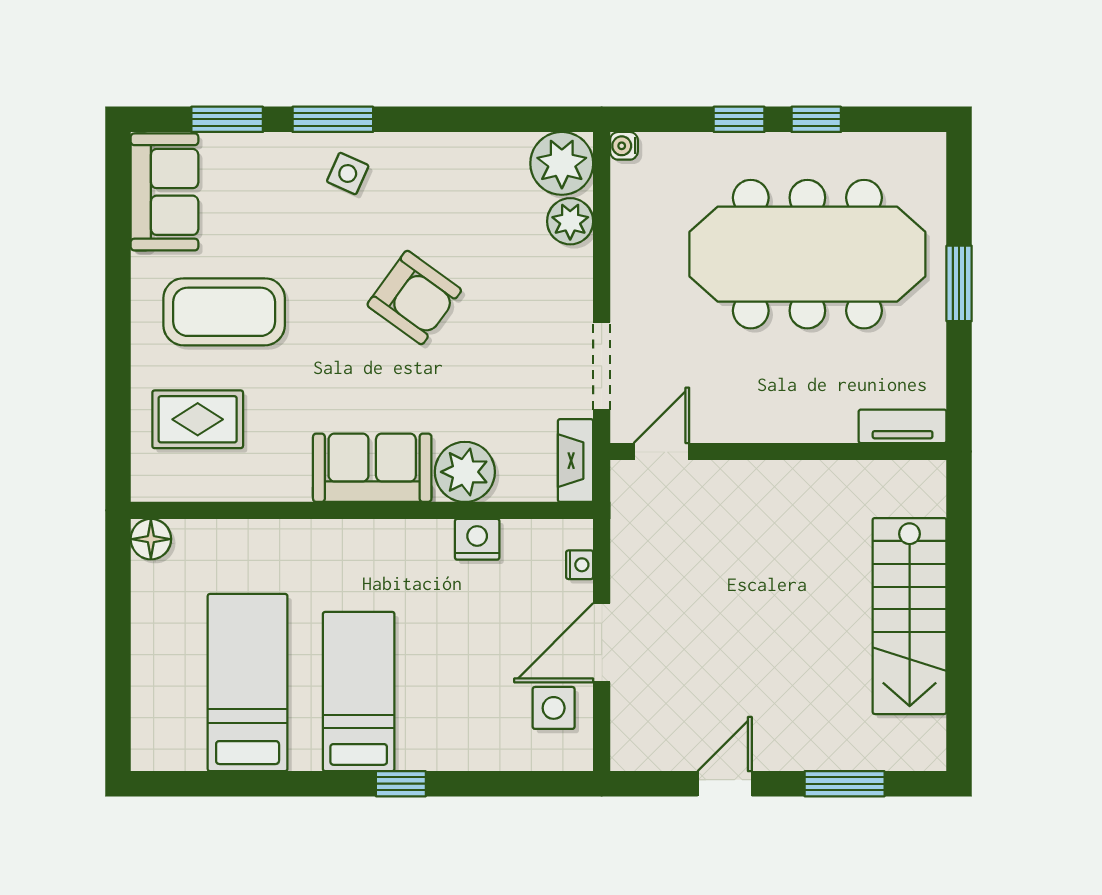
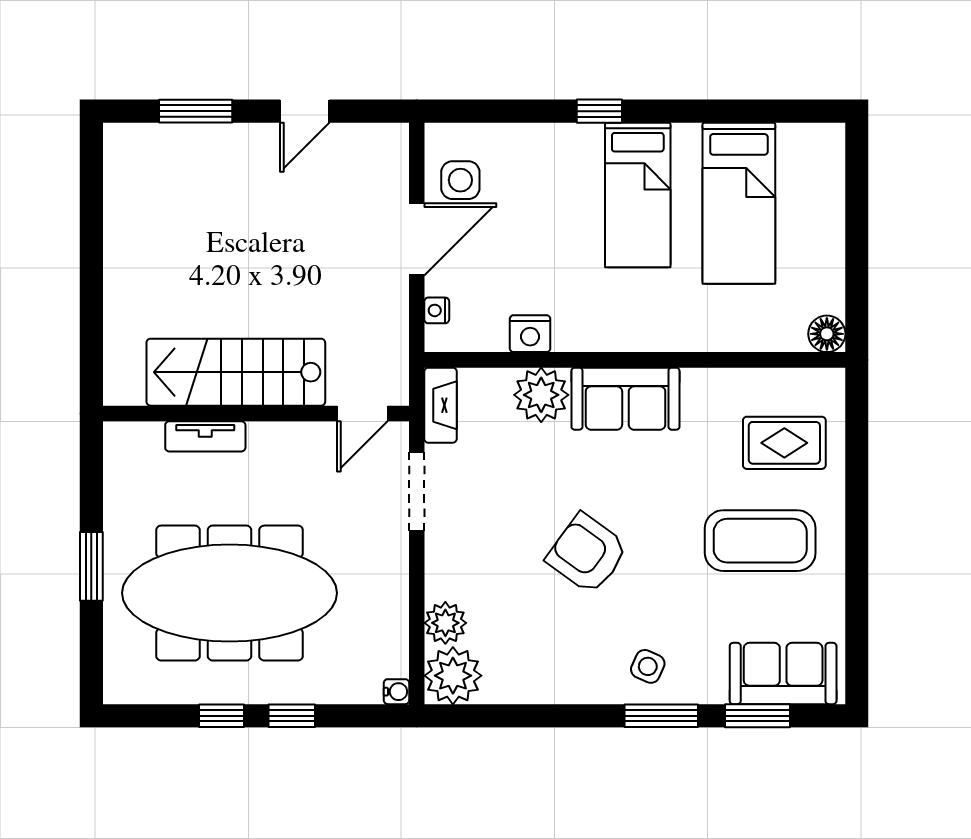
sofa: (164, 192) -> (783, 673), moved, turned 90
tv unit: (903, 426) -> (205, 436), moved
stairs: (910, 616) -> (236, 372), moved, turned -90

